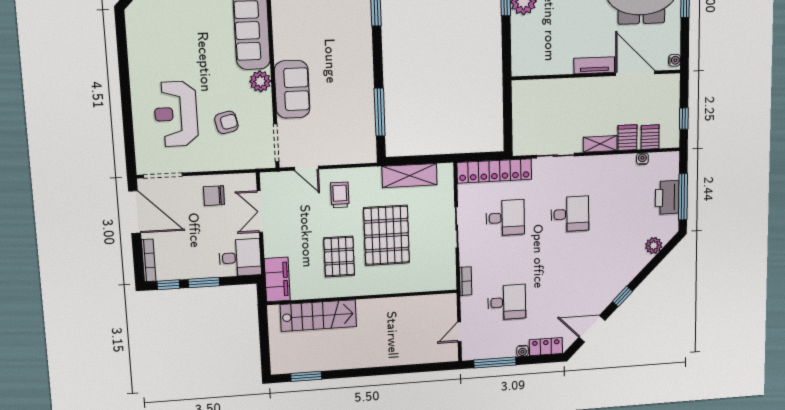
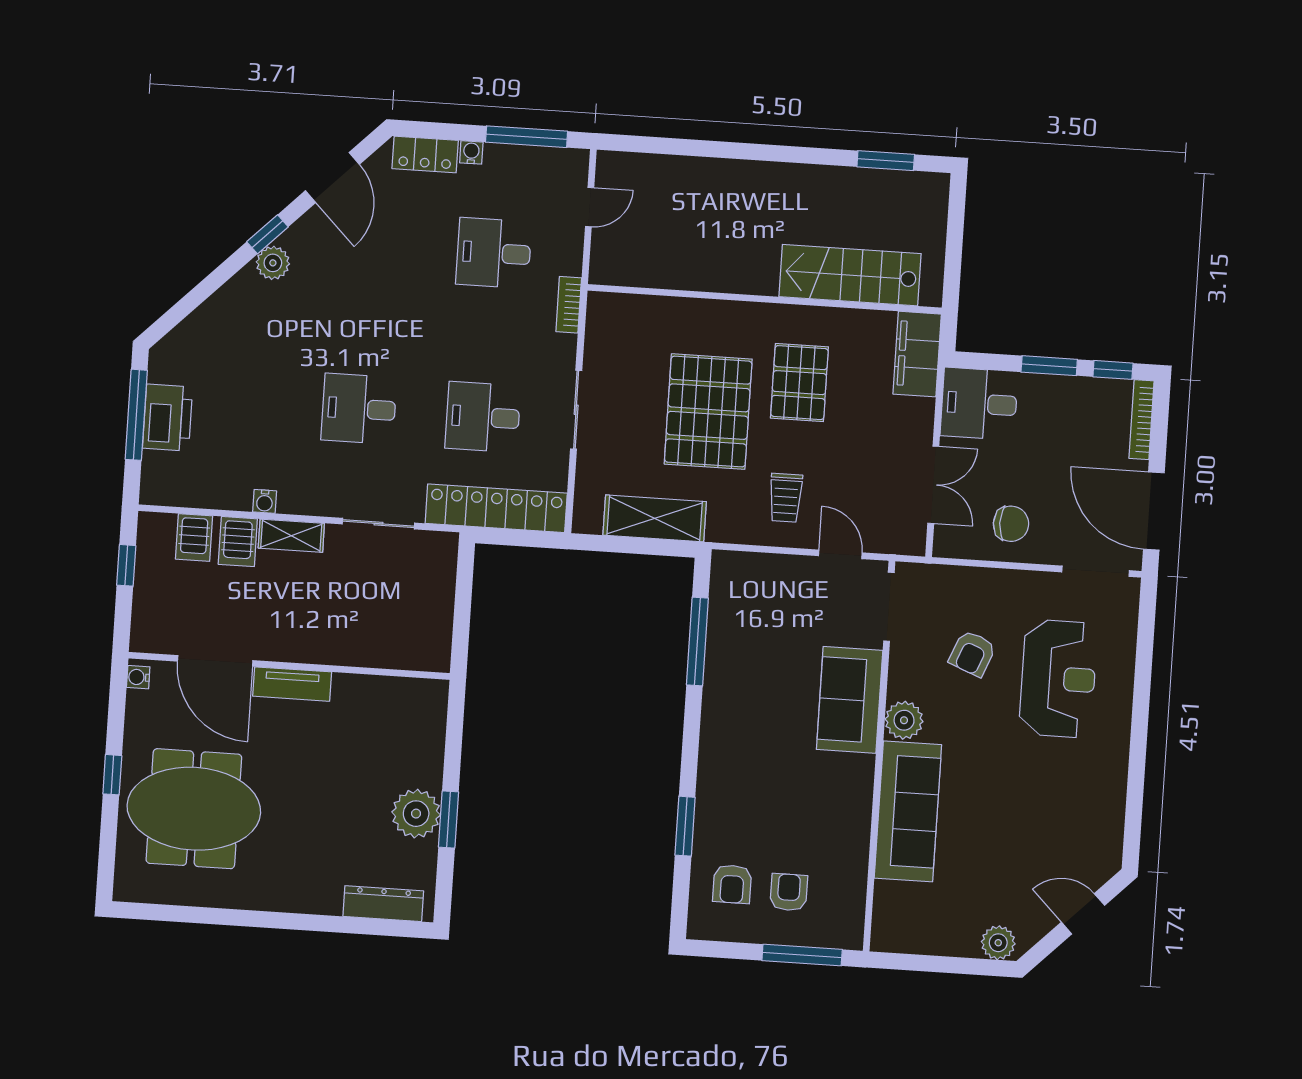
armchair: (226, 122) -> (972, 653), turned -55
water cooler: (642, 159) -> (265, 501), moved
plant: (654, 245) -> (273, 263), moved
door: (592, 329) -> (332, 178), hinge flipped

